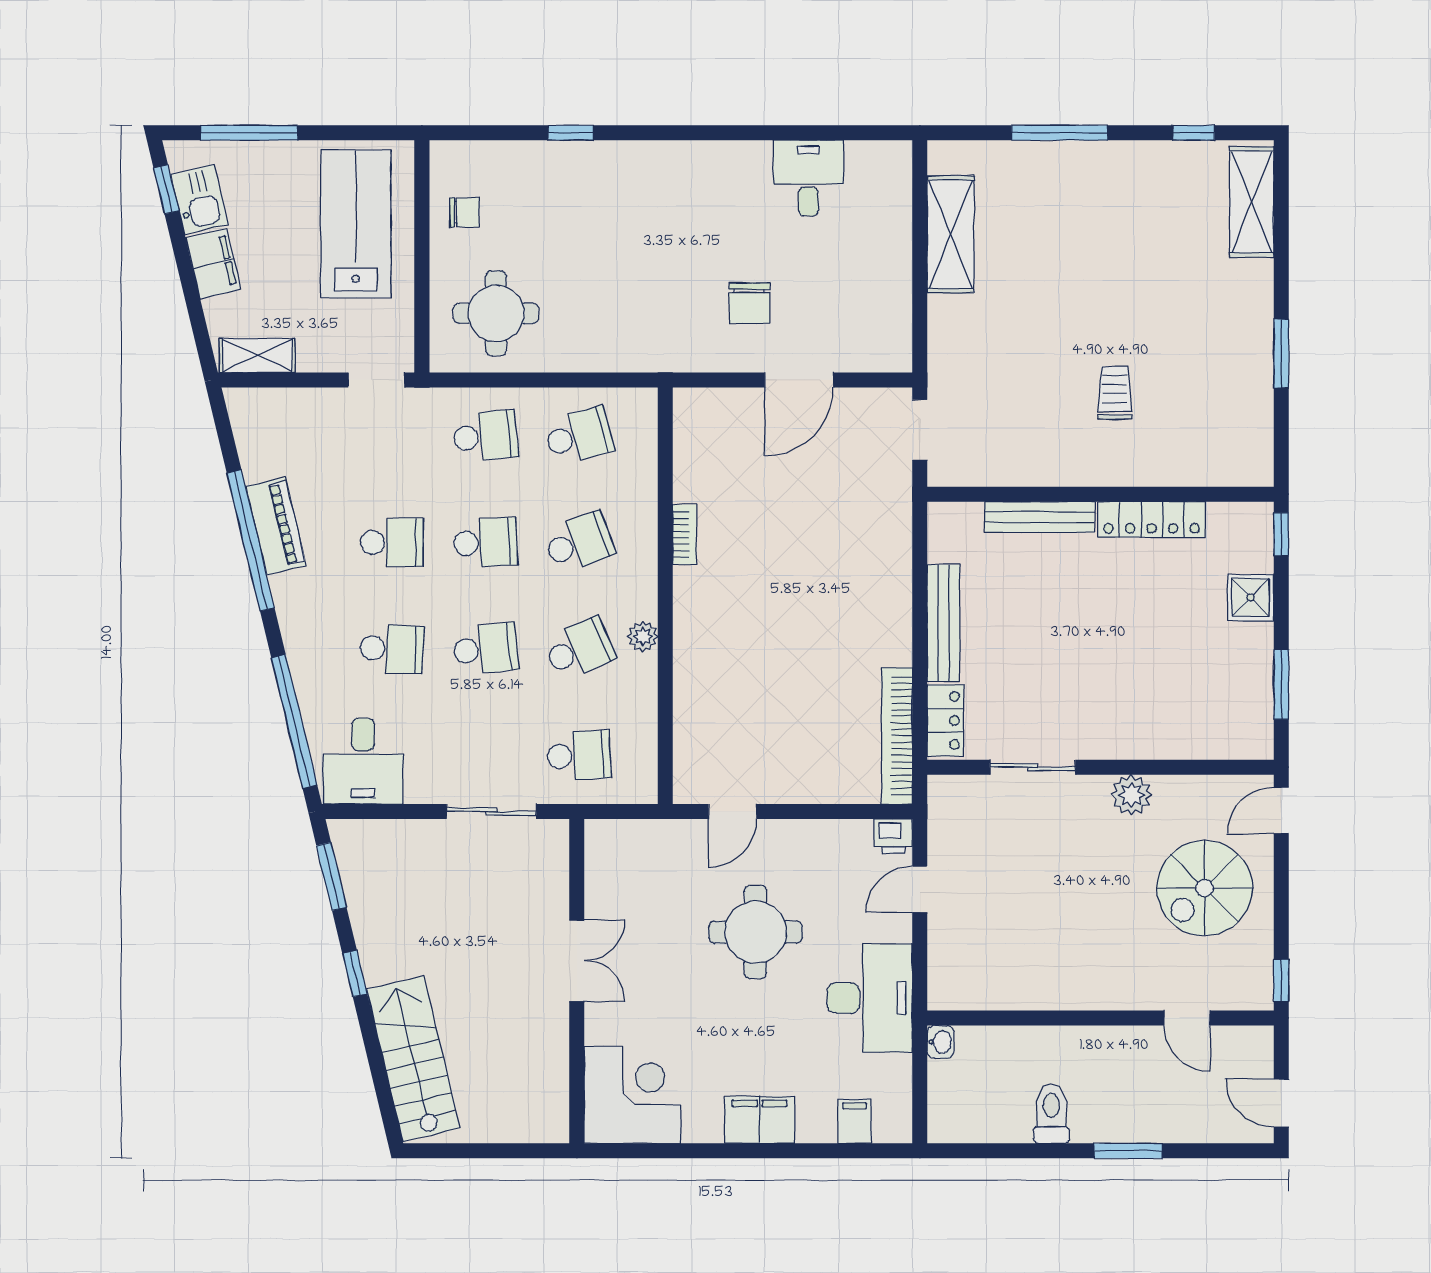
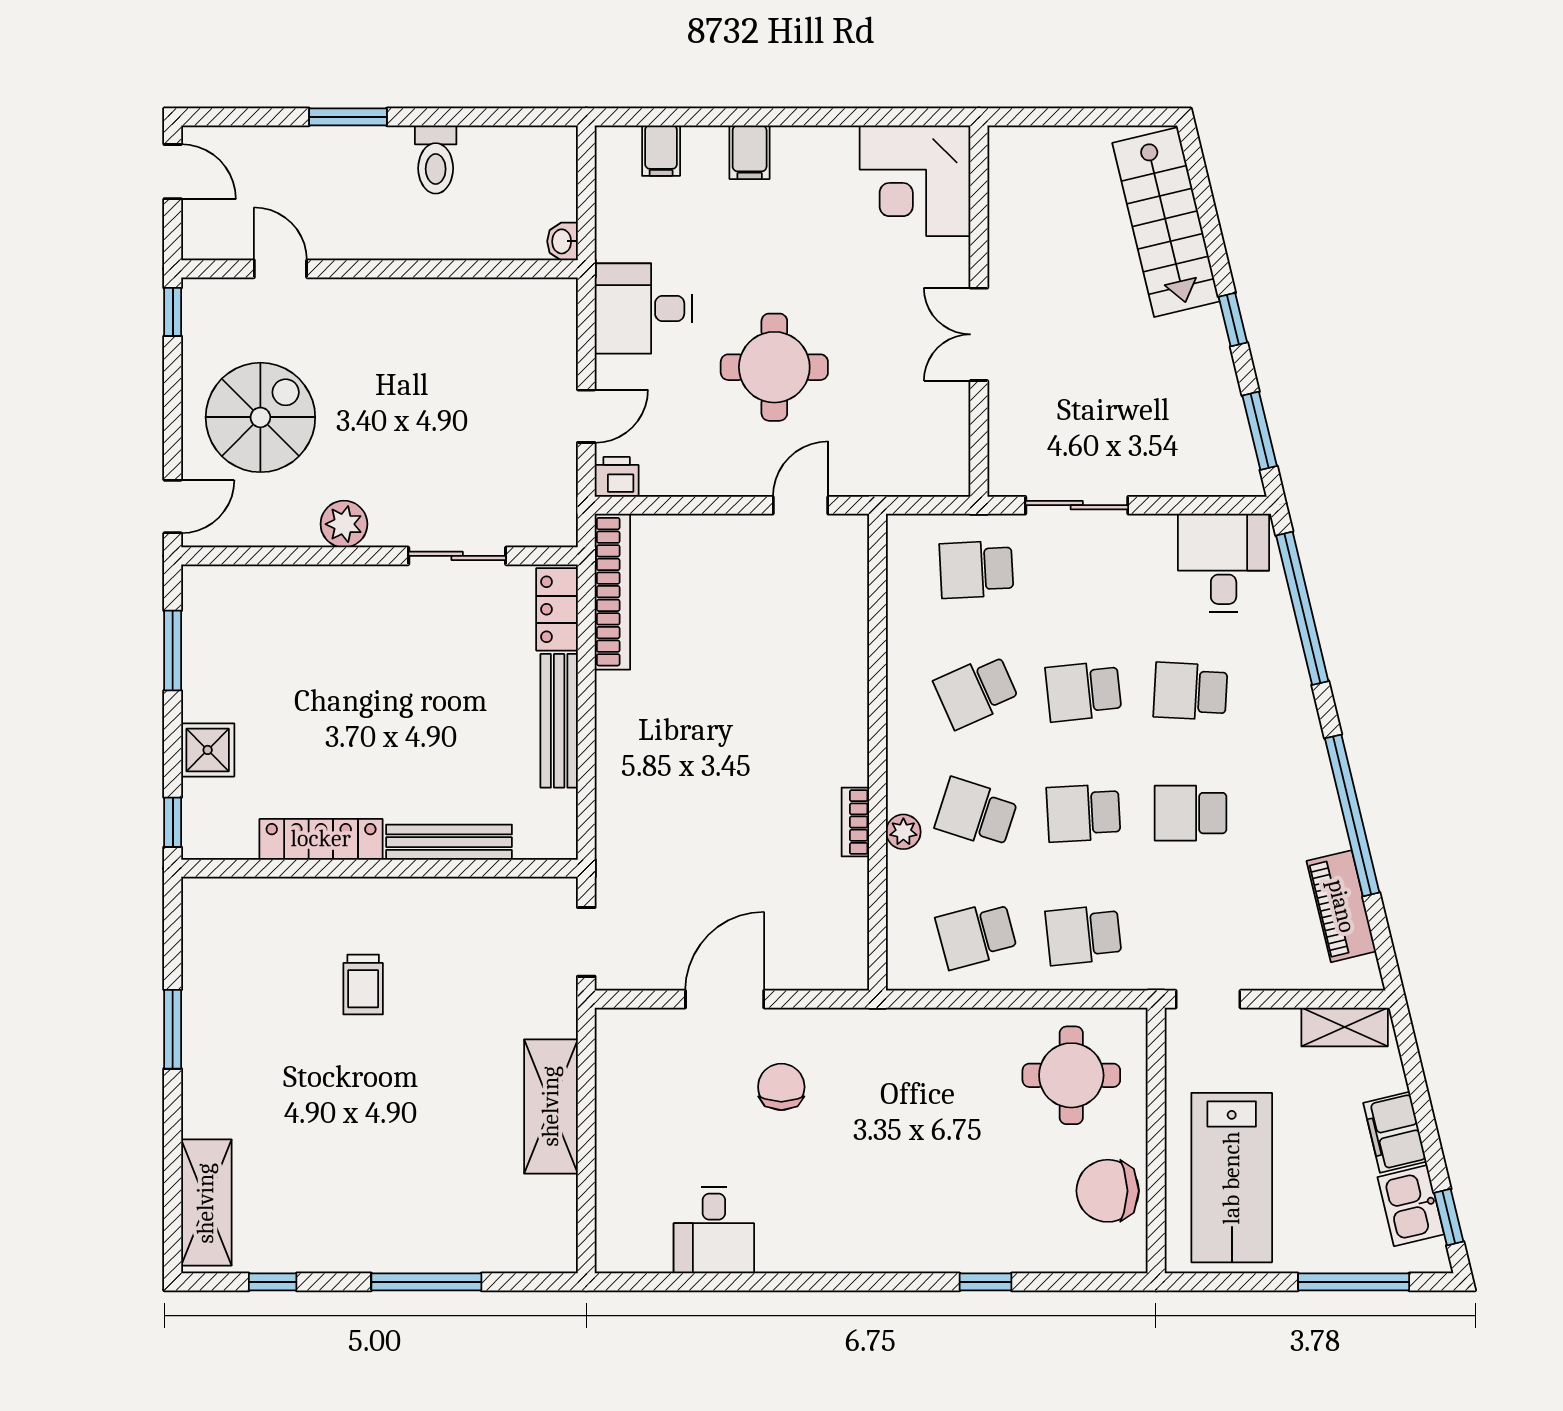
chair: (464, 212) -> (1108, 1191), width x1.87, depth x1.87
shelving: (951, 234) -> (551, 1106), moved
piano: (276, 526) -> (1341, 906), moved
school desk: (579, 542) -> (976, 813), turned 39
plant: (643, 636) -> (903, 832), moved
desk: (870, 998) -> (643, 308), width x0.73
filing cabinet: (760, 1120) -> (750, 152), width x0.50

